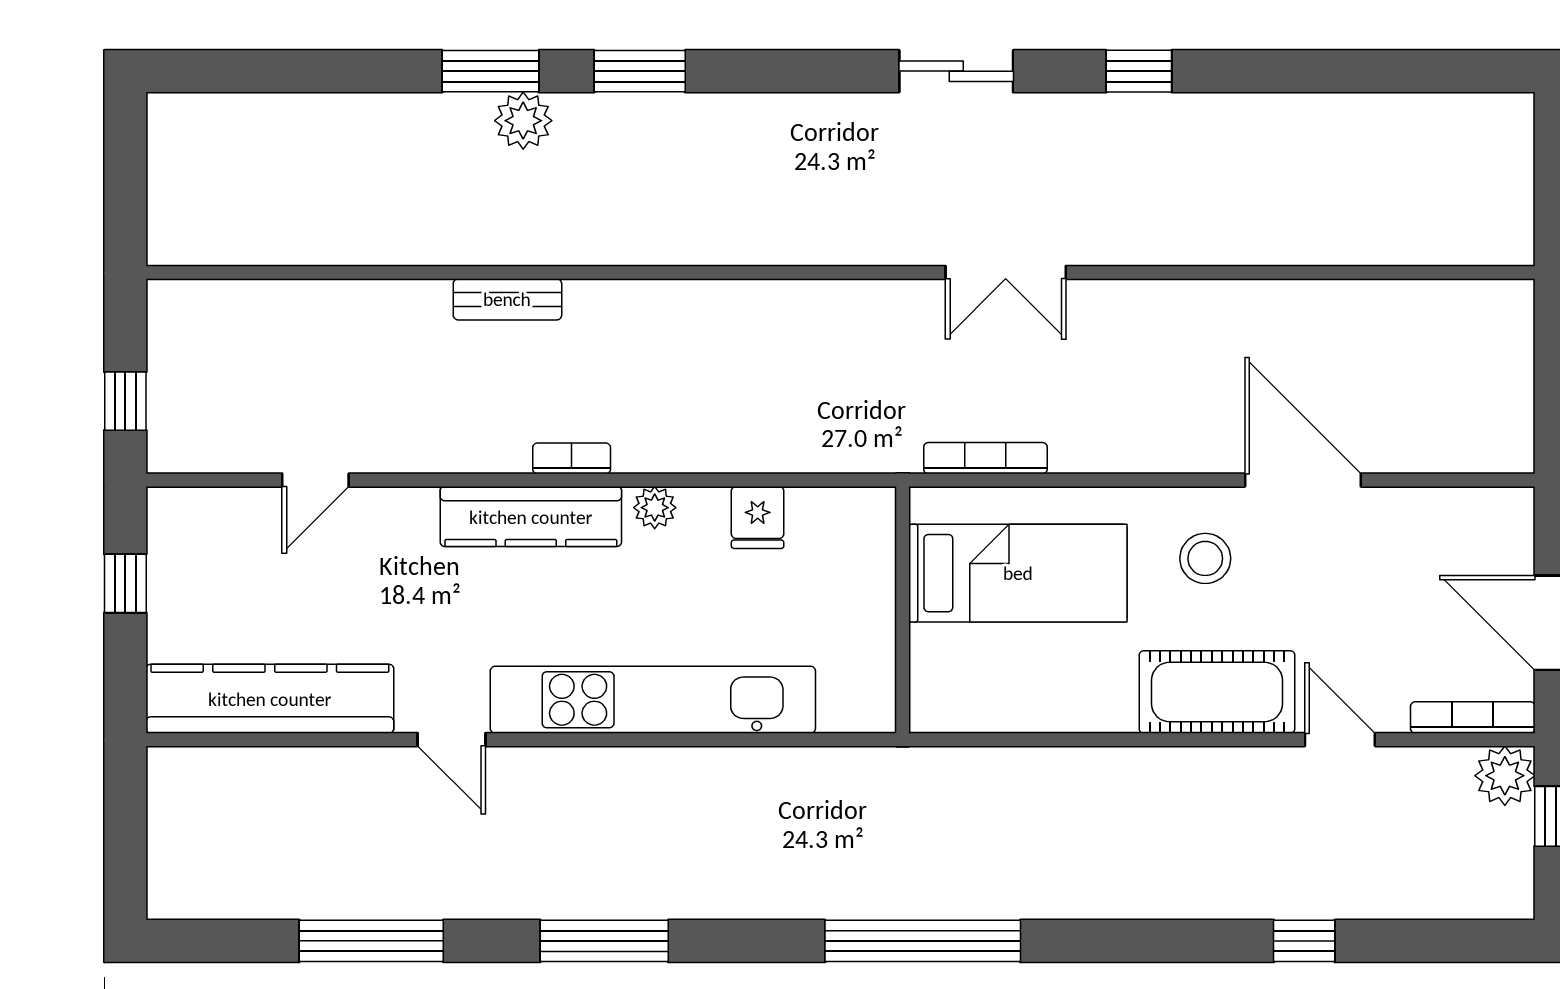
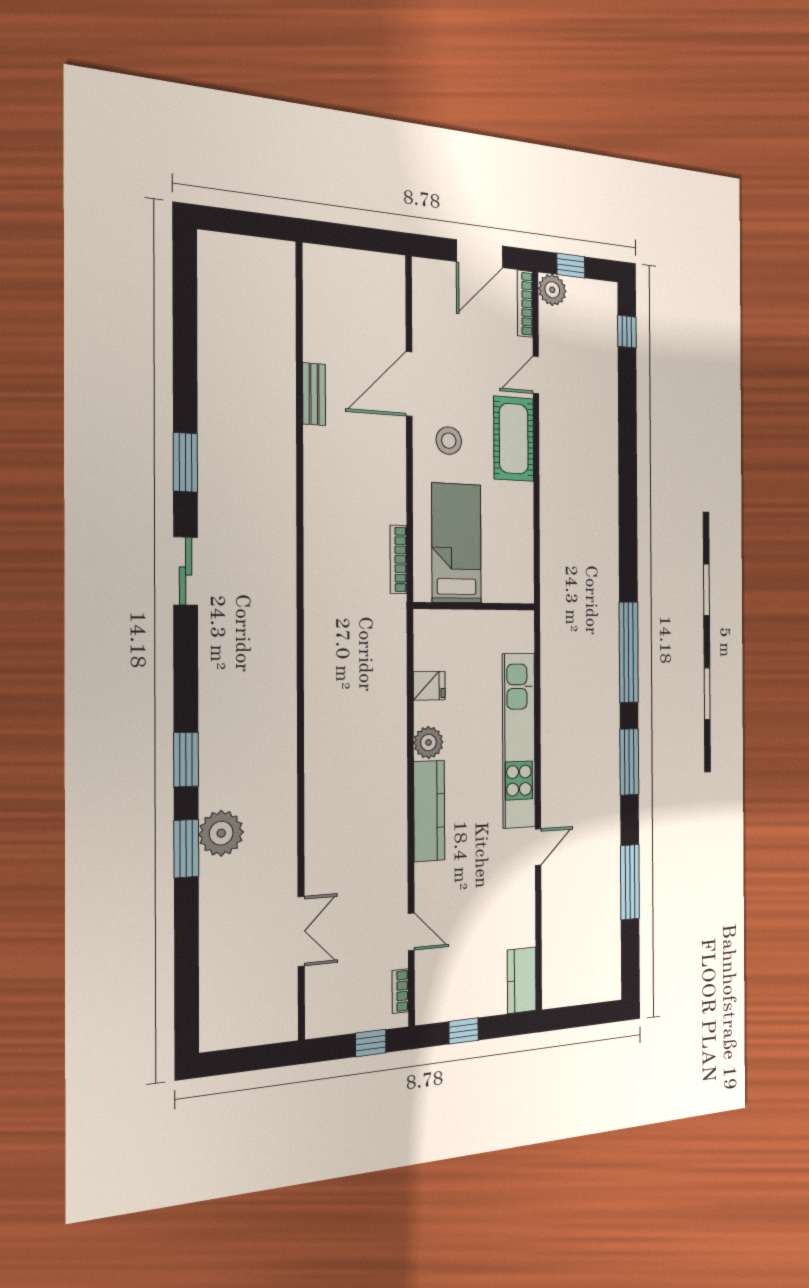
window: (1139, 71) -> (185, 462), width x1.50
plant: (523, 121) -> (221, 833), width x1.36, depth x1.36
double door: (1006, 273) -> (301, 931), moved
bench: (507, 299) -> (314, 394), moved
bookcase: (572, 458) -> (400, 991), moved
plant: (655, 508) -> (428, 742), width x1.38, depth x1.38
kitchen counter: (270, 699) -> (522, 980), width x0.48, depth x0.86
window: (923, 941) -> (629, 652), moved
window: (1304, 941) -> (627, 332), moved

